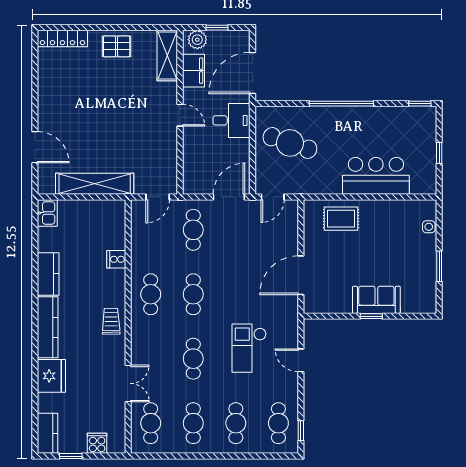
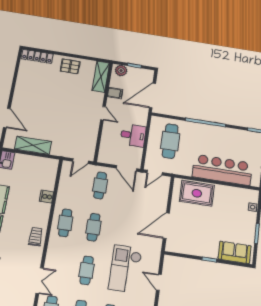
filing cabinet: (194, 71) -> (115, 93), width x0.50
desk: (231, 120) -> (133, 135), moved
cafe table: (290, 143) -> (170, 141), turned 71
bar counter: (376, 176) -> (222, 170), width x1.36
shelving: (95, 184) -> (33, 145), width x0.68
door: (229, 197) -> (126, 168), swing flipped
rug: (341, 219) -> (197, 193), width x1.36, depth x1.43
sofa: (376, 300) -> (235, 252), moved
checkout: (249, 348) -> (125, 269), width x1.36, depth x1.21

